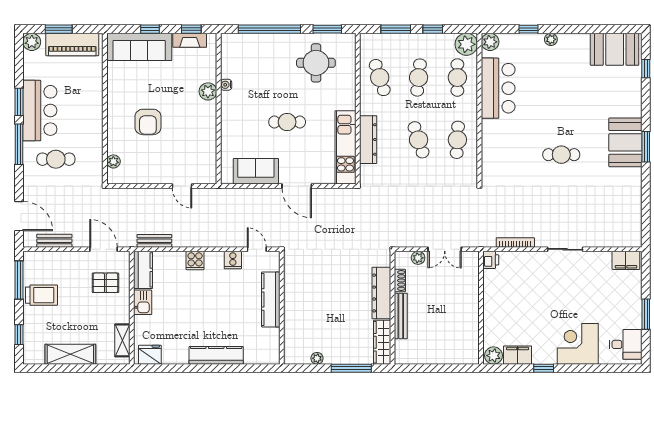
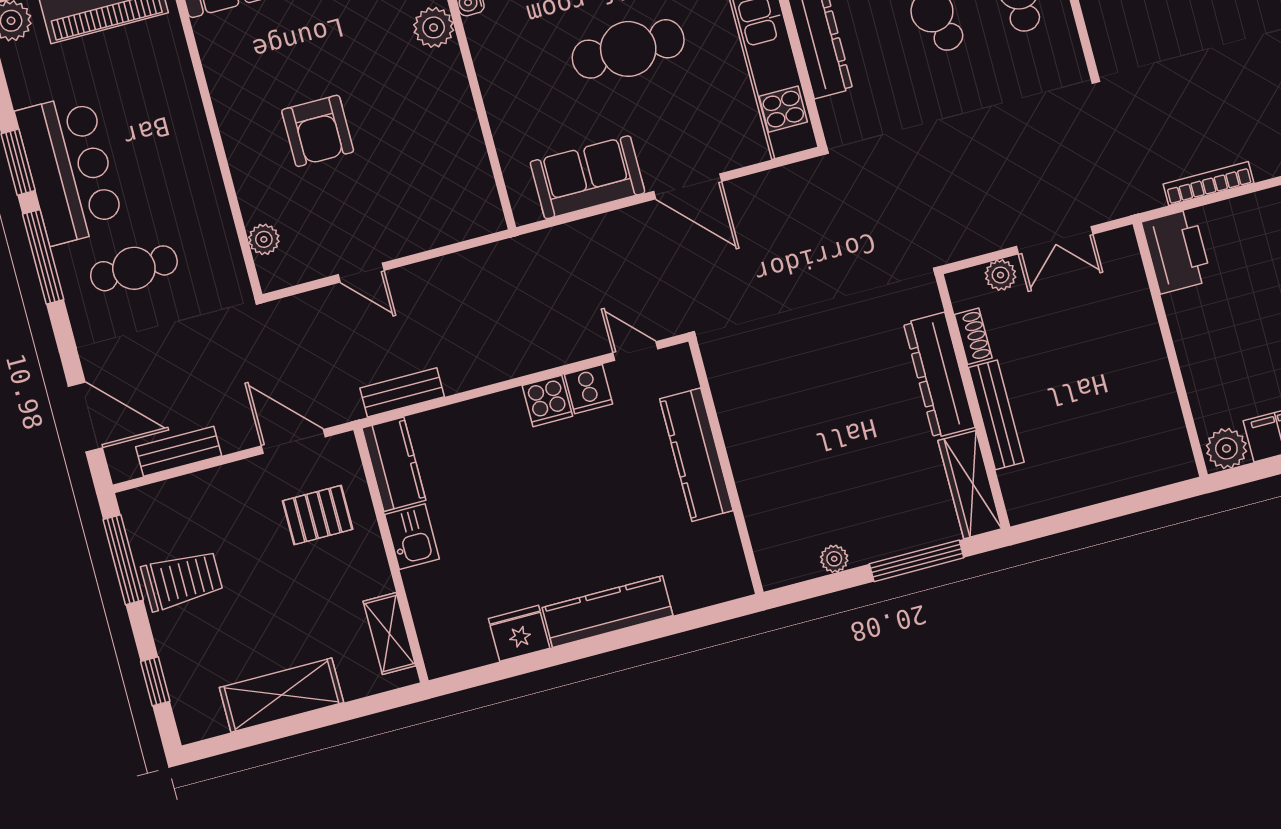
cafe table: (287, 122) -> (628, 49), width x1.37, depth x1.35
door: (182, 186) -> (361, 273), moved
cooker: (195, 260) -> (547, 401), moved
printer: (491, 260) -> (1177, 251), width x1.87, depth x1.48
fridge: (150, 355) -> (519, 633), moved

